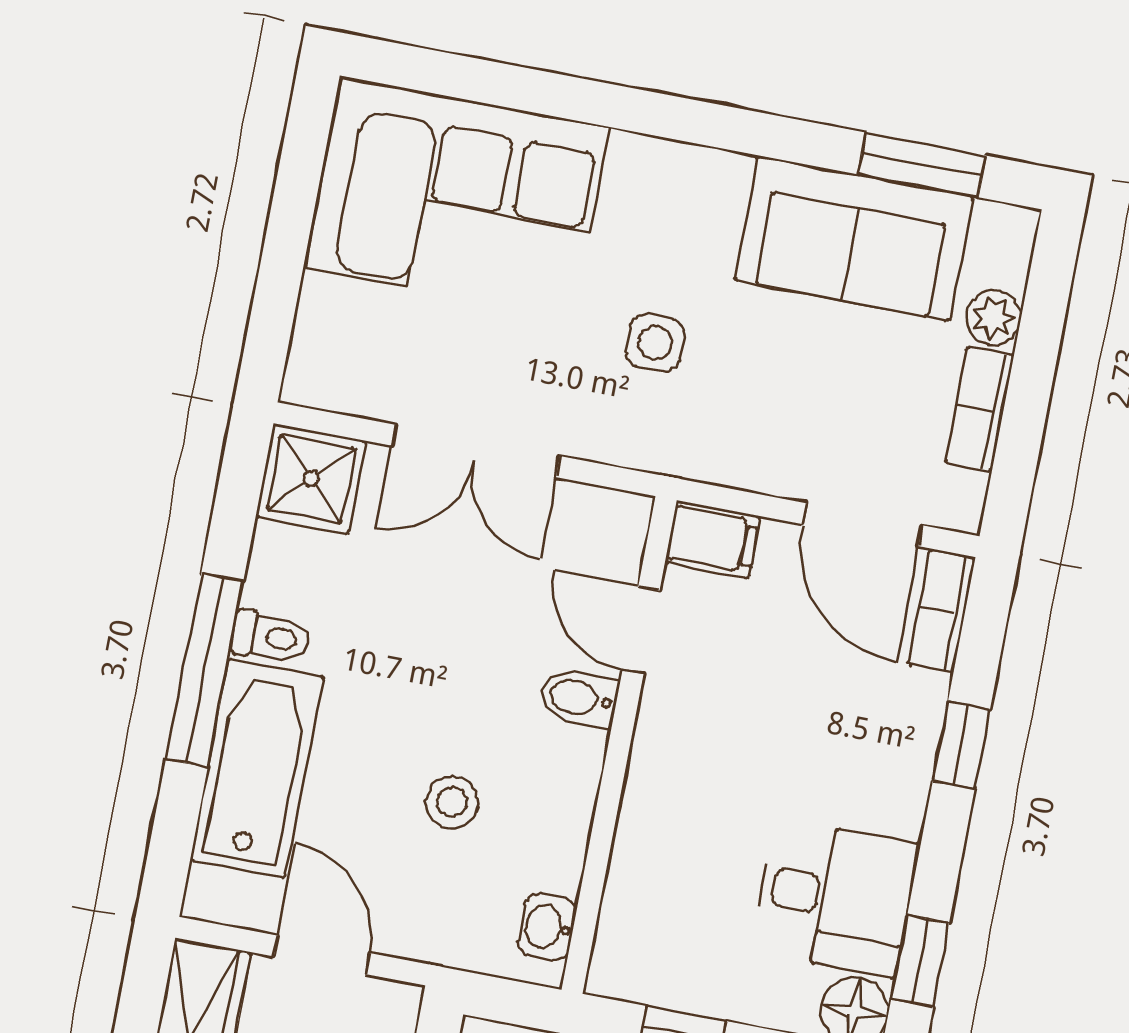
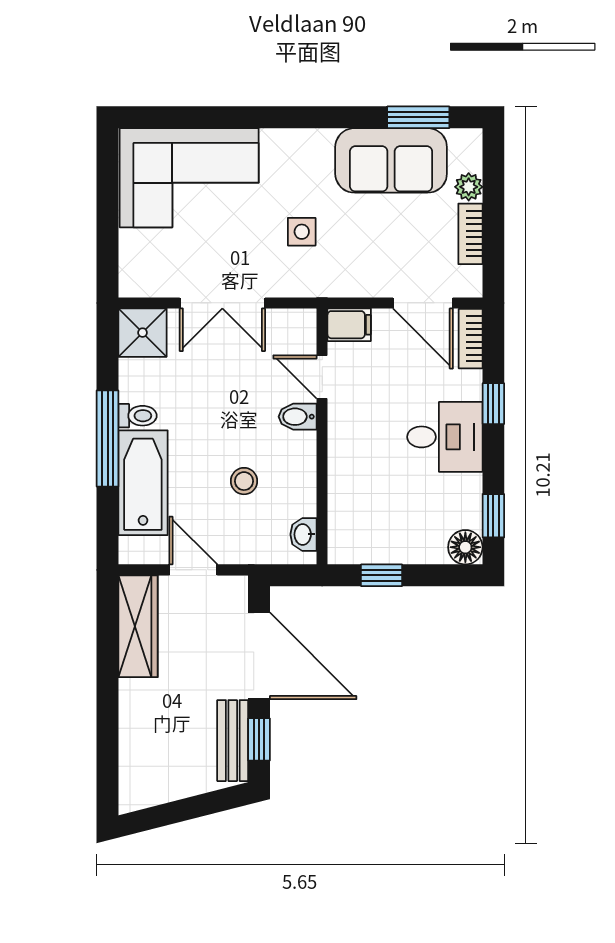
desk: (835, 898) -> (445, 437), moved

